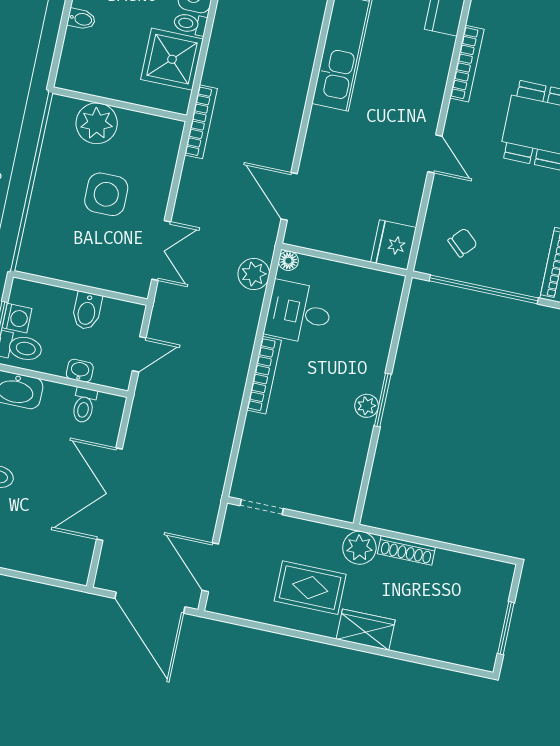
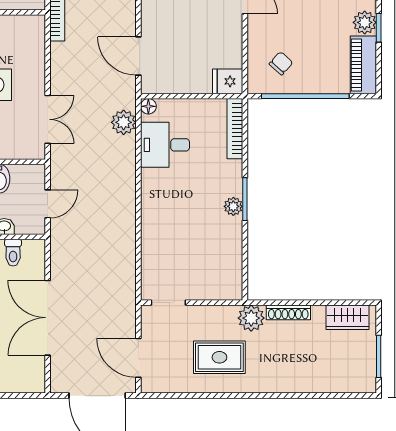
fridge: (393, 245) -> (228, 81), width x0.72
bookcase: (264, 375) -> (235, 129), moved, turned 180
wardrobe: (366, 630) -> (347, 317), moved, turned 180

